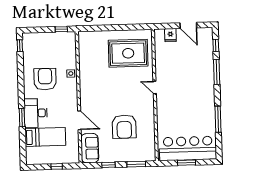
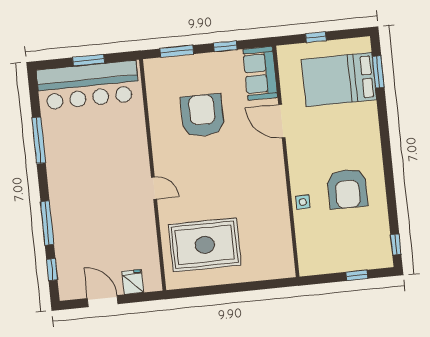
window: (61, 29) -> (357, 275), moved
desk: (36, 113) -> (360, 128), removed
window: (22, 118) -> (378, 72), moved
bed: (45, 137) -> (339, 80), width x1.50

